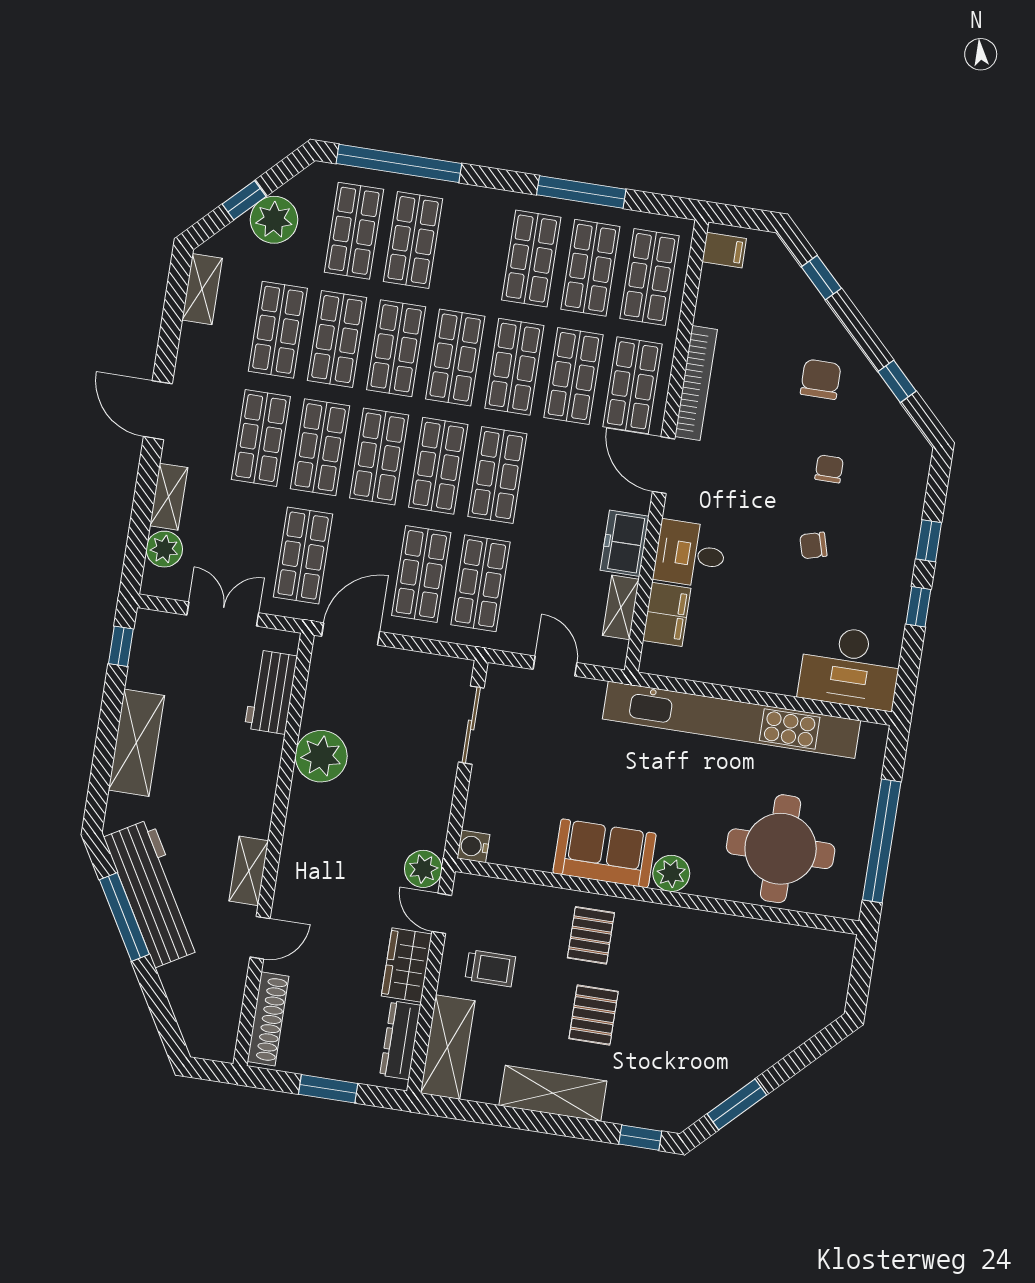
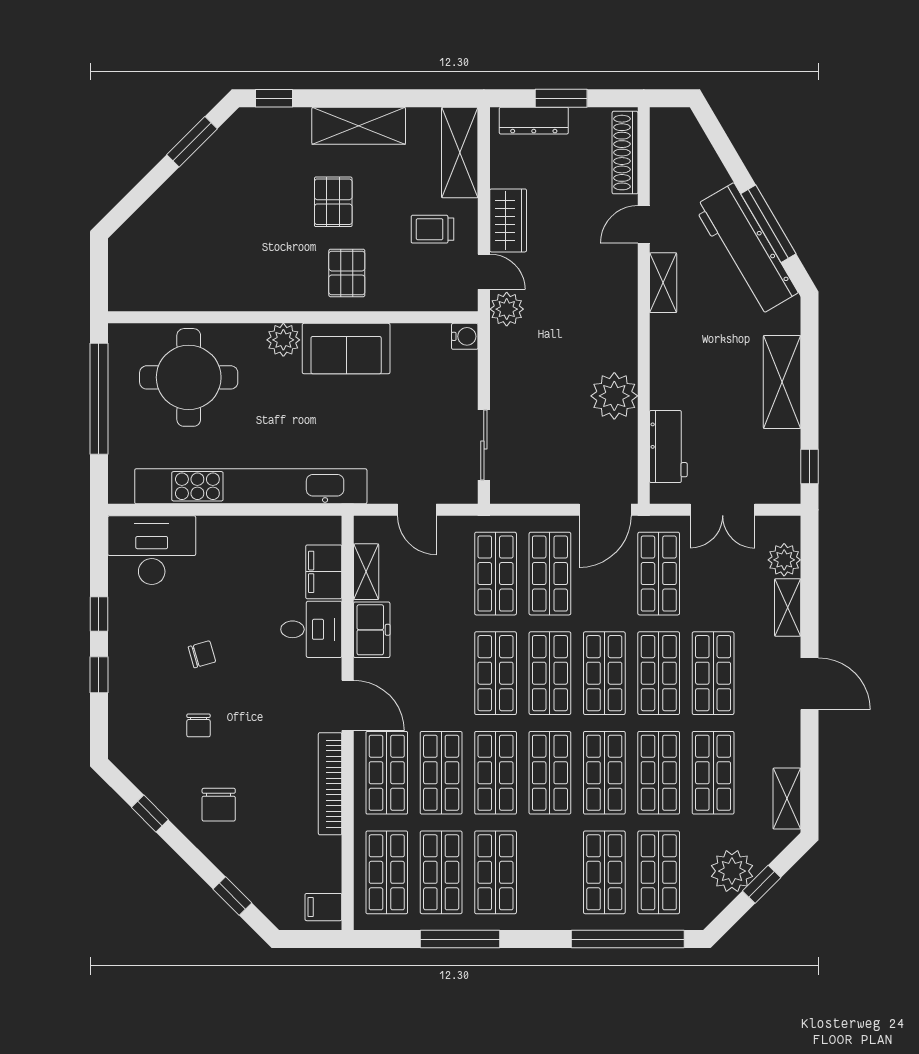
dresser: (400, 1040) -> (534, 121), moved, turned 90

